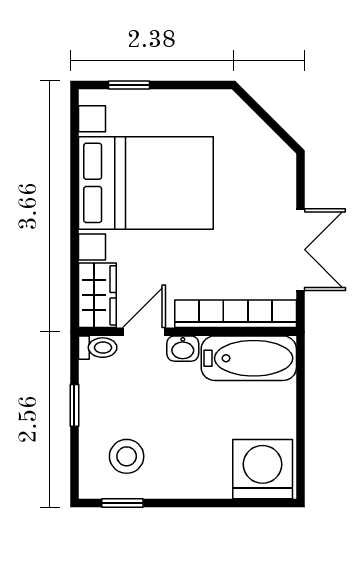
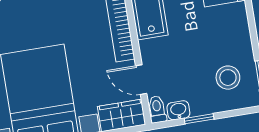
washbasin: (183, 349) -> (178, 110), moved, turned -90

